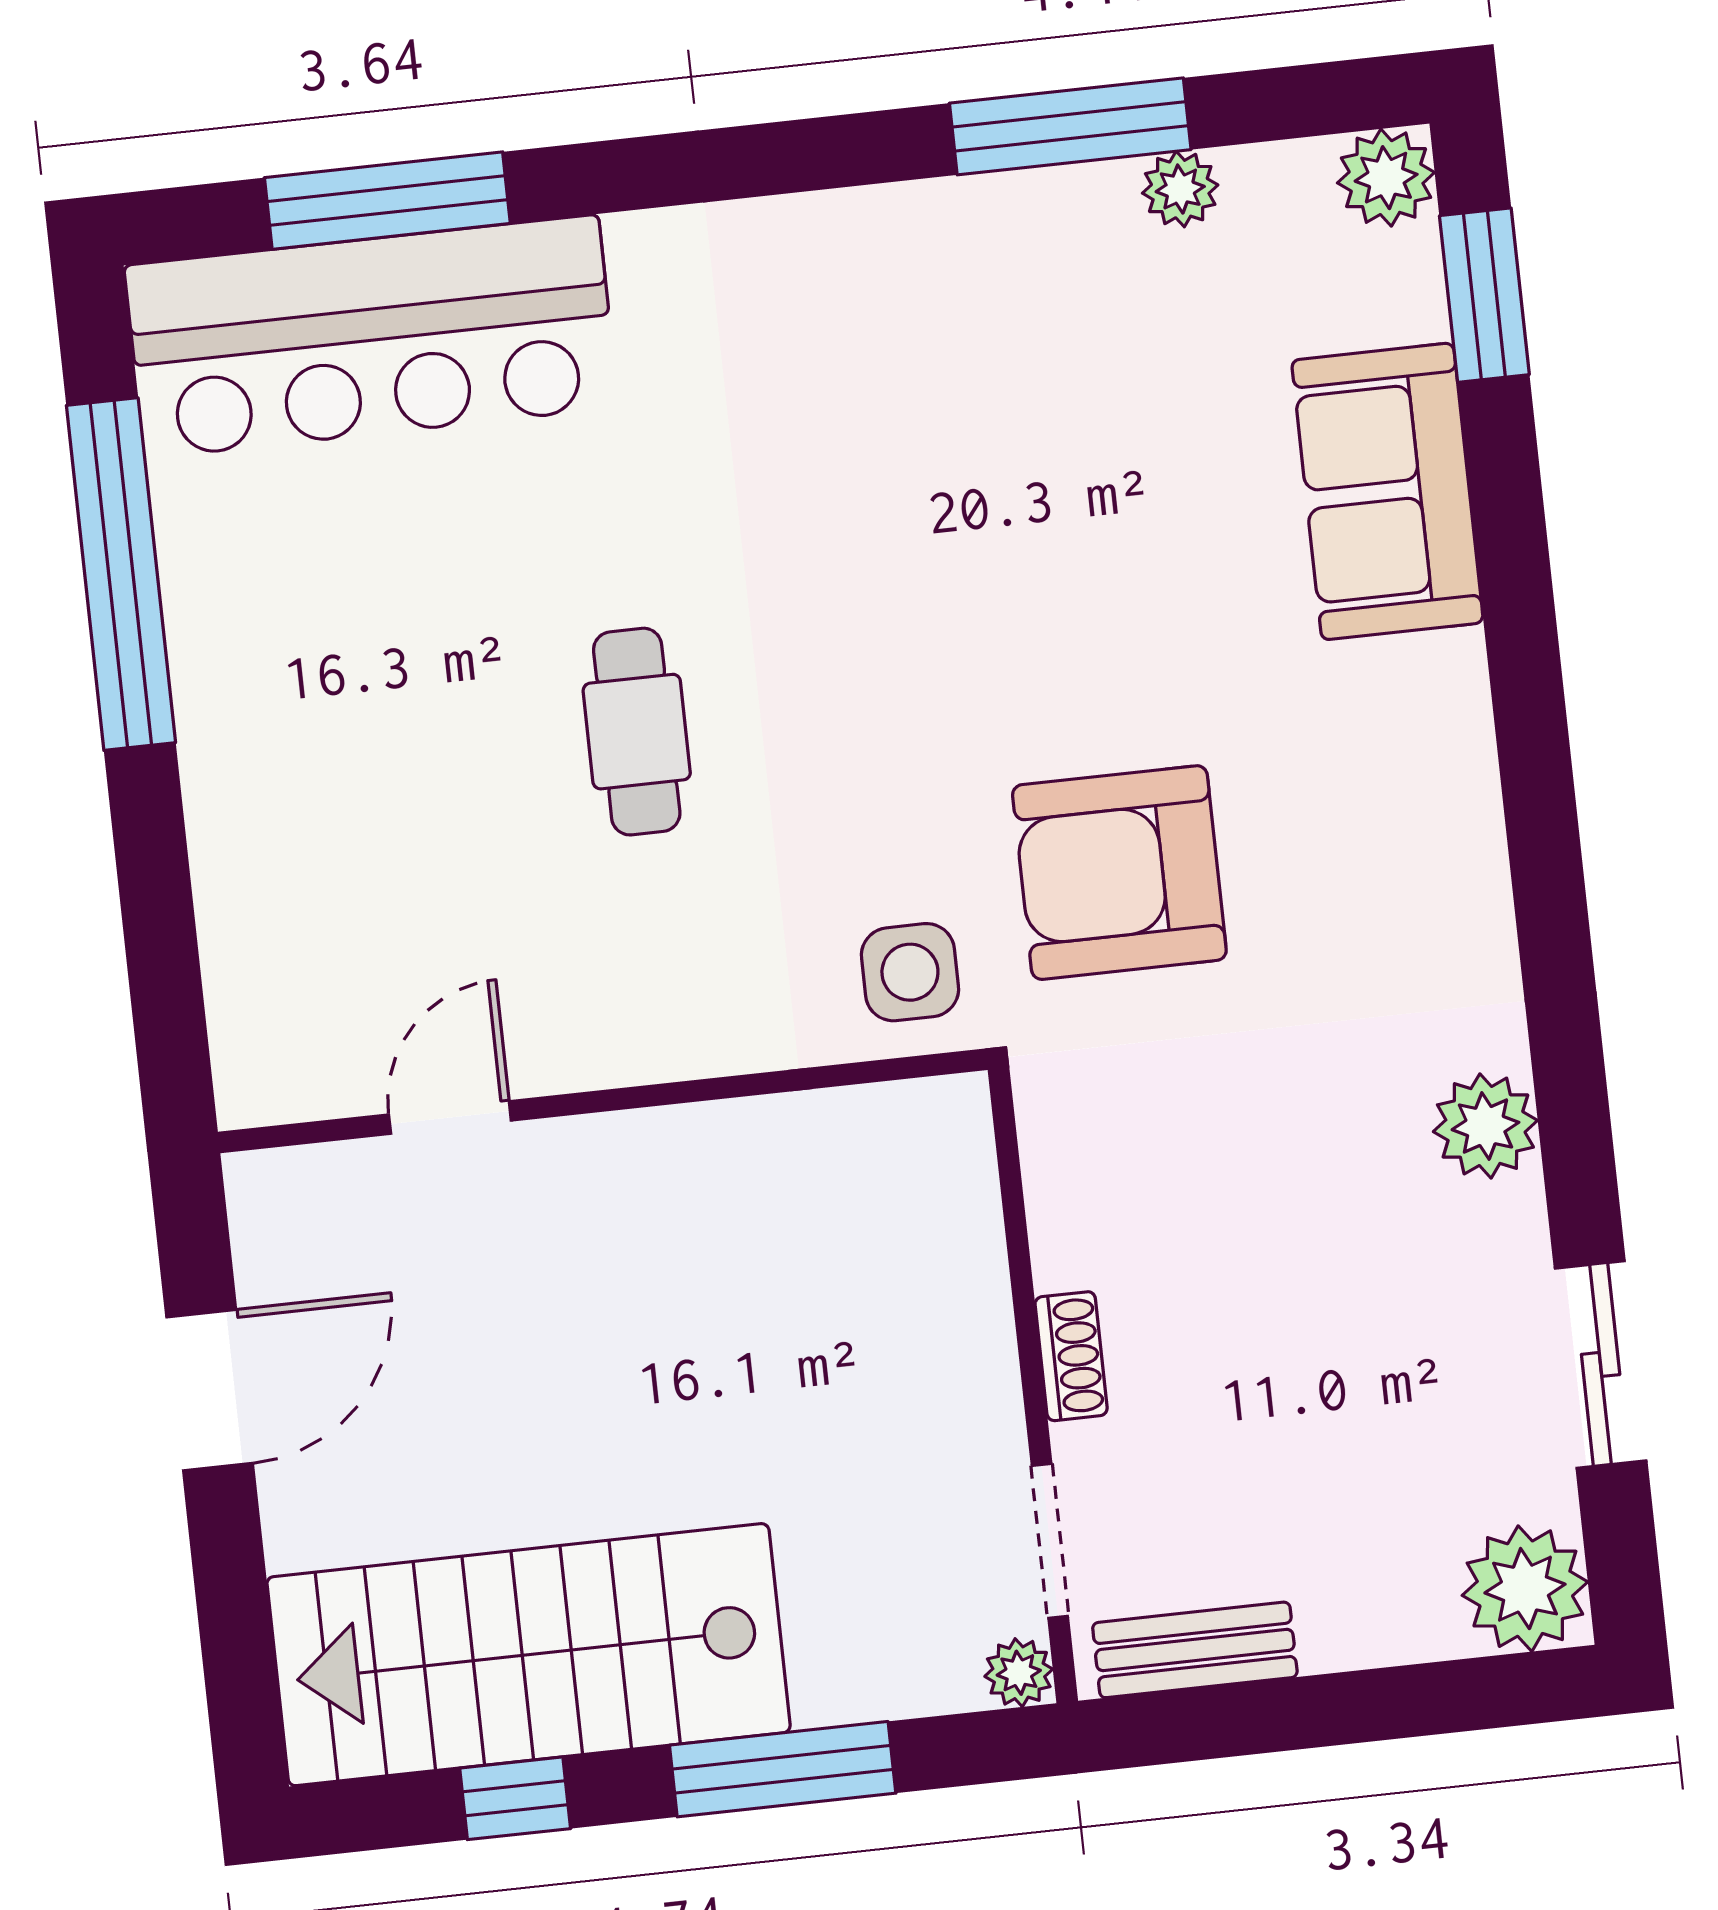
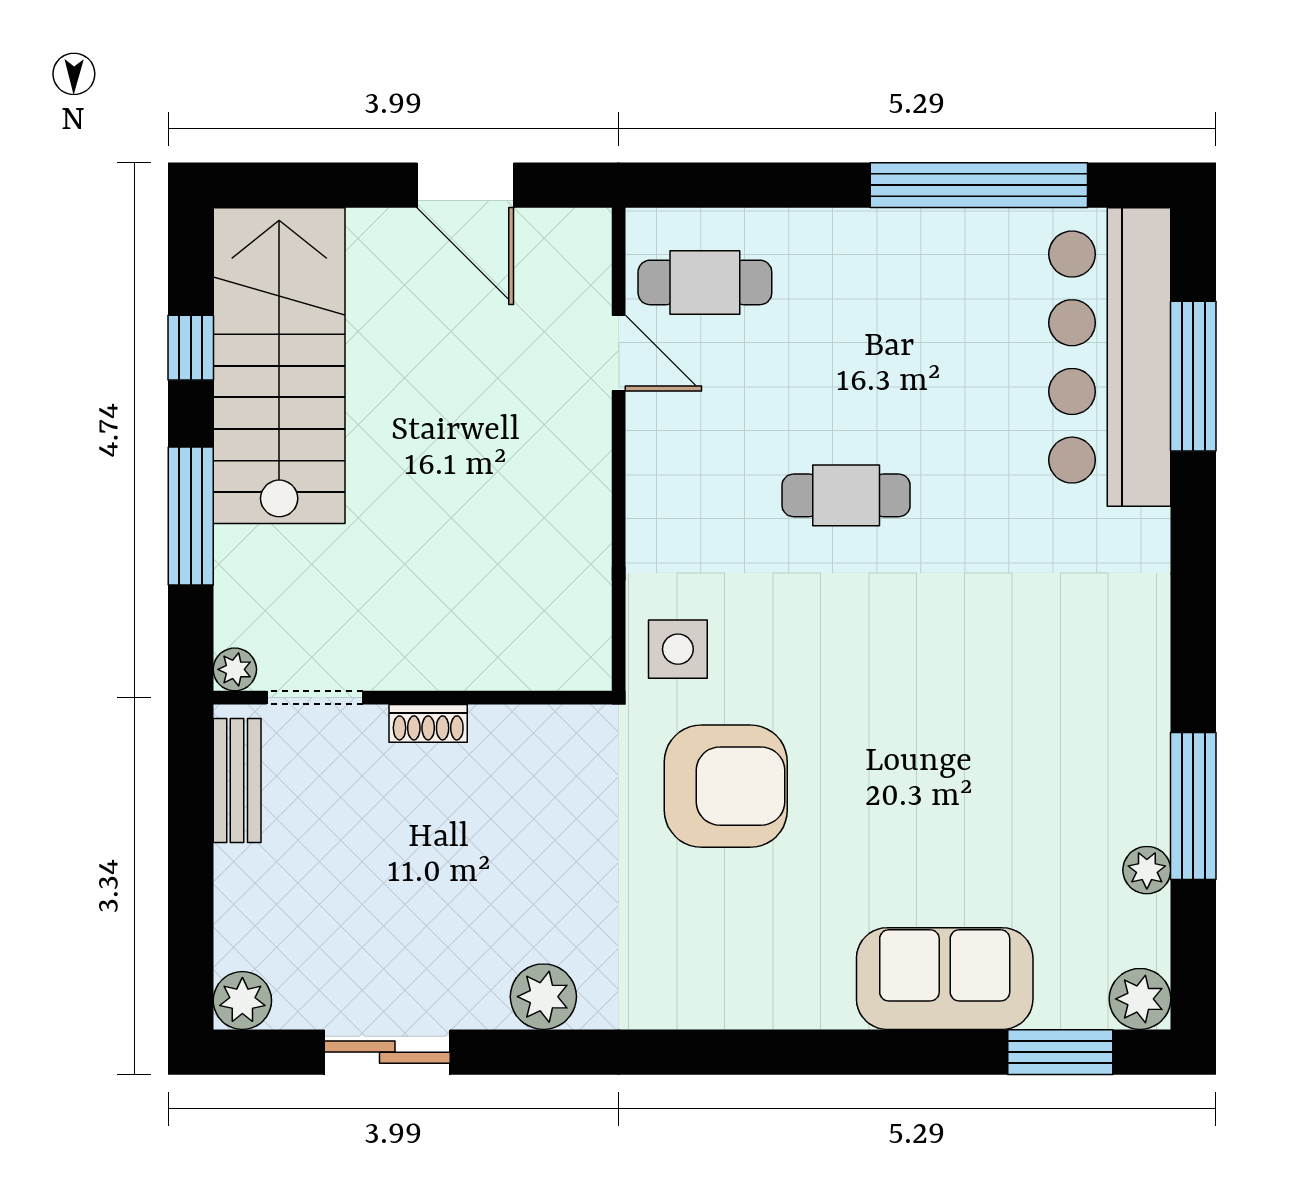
armchair: (1119, 873) -> (726, 786), turned 90
cafe table: (323, 993) -> (705, 282), added
plant: (1525, 1589) -> (242, 1001), width x0.73, depth x0.73

